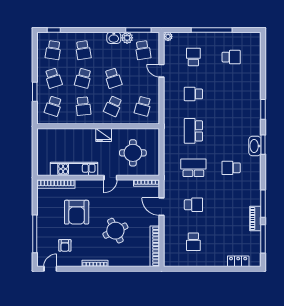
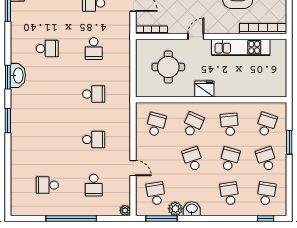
school desk: (193, 131) -> (94, 94), width x0.54
school desk: (193, 168) -> (94, 49), width x0.54

